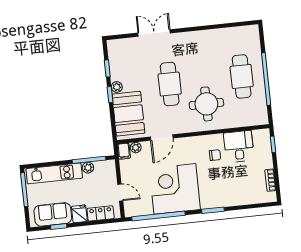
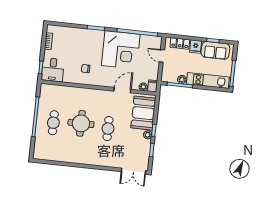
double door: (154, 33) -> (133, 171), moved
cafe table: (242, 76) -> (53, 123), width x0.73, depth x0.74
cafe table: (170, 84) -> (108, 129), width x0.73, depth x0.74
round table: (206, 104) -> (81, 123), moved
desk: (239, 146) -> (53, 70), moved

